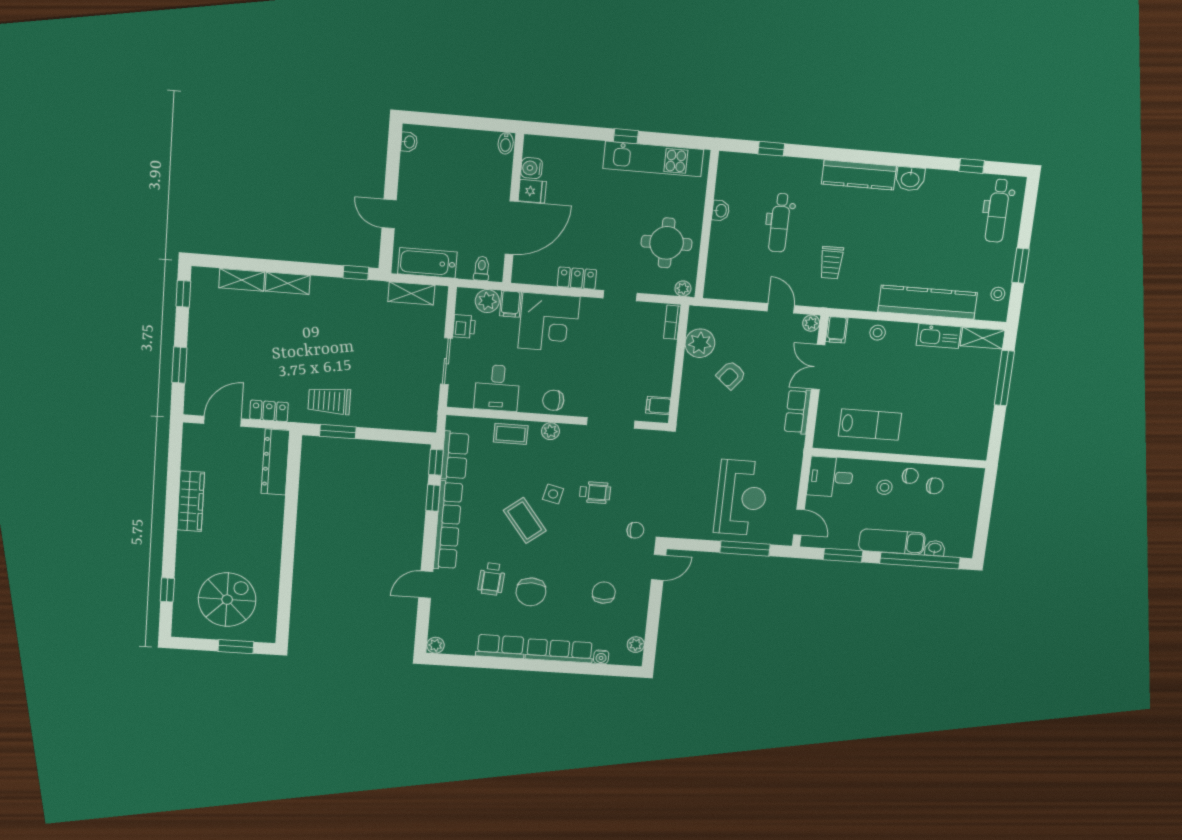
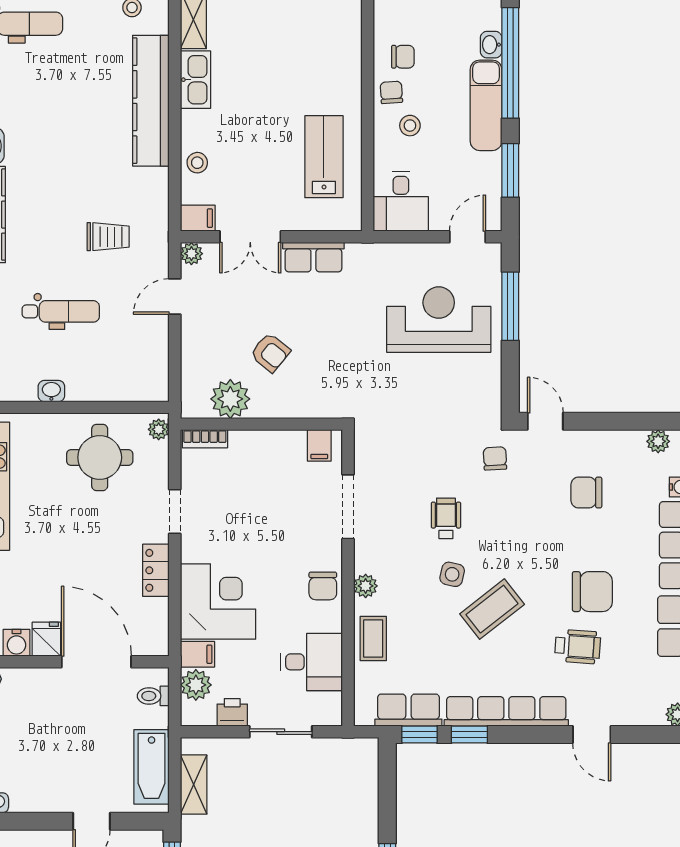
chair: (935, 486) -> (403, 57), turned 90

